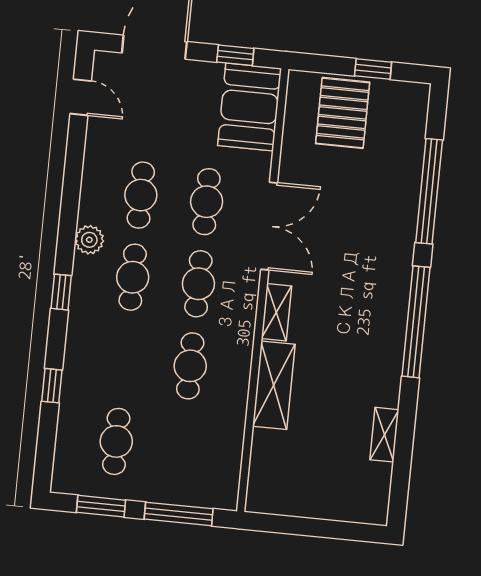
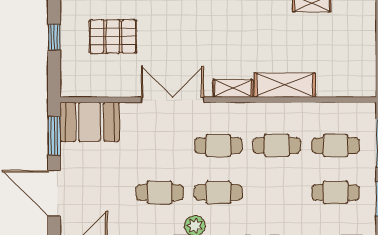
window: (235, 55) -> (54, 136), width x1.50
pallet: (343, 113) -> (113, 37), moved
cafe table: (207, 202) -> (335, 146), moved

